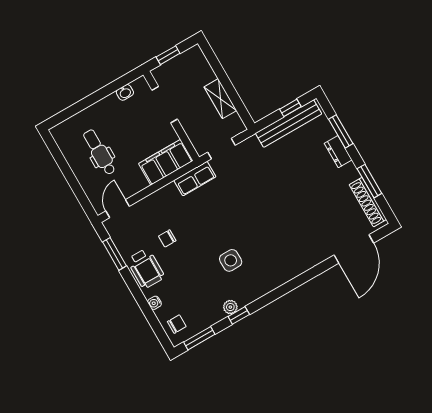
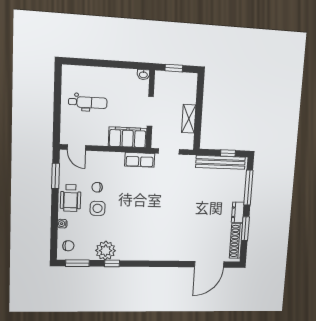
washbasin: (125, 92) -> (143, 75), moved
doorway: (165, 105) -> (150, 111), moved
window: (341, 131) -> (248, 188), width x1.44
dental chair: (99, 152) -> (88, 102), turned 90
dresser: (338, 152) -> (238, 212), moved
door: (118, 209) -> (76, 148), swing flipped
side table: (231, 260) -> (98, 208), moved
plant: (230, 307) -> (106, 251), width x1.88, depth x1.88

